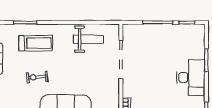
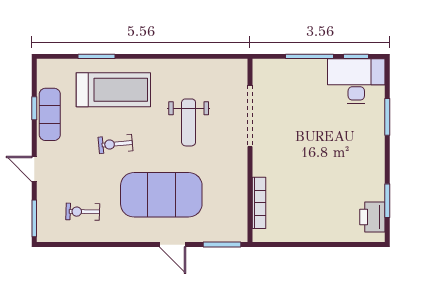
weight bench: (88, 39) -> (189, 122), moved, turned 90
treadmill: (36, 43) -> (113, 90), width x1.37, depth x1.38
desk: (191, 78) -> (356, 81), moved, turned -90

